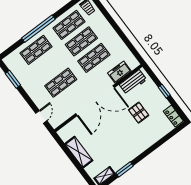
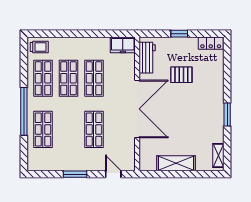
freezer: (119, 72) -> (123, 45), moved, turned -90
window: (13, 79) -> (75, 174), moved
window: (124, 169) -> (227, 114), moved

